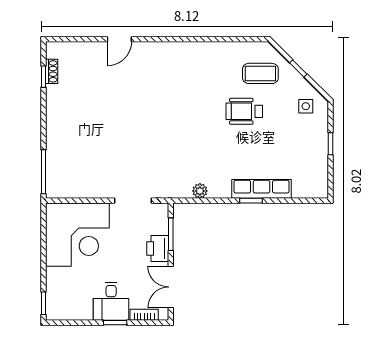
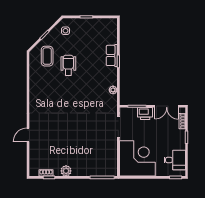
door: (119, 39) -> (28, 135), swing flipped
plant: (55, 107) -> (66, 171), added
wheelchair: (244, 111) -> (68, 65), turned 180
row of seats: (262, 189) -> (112, 55), width x0.68
desk: (111, 301) -> (175, 160), moved

